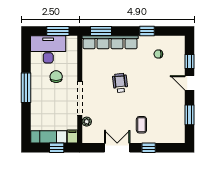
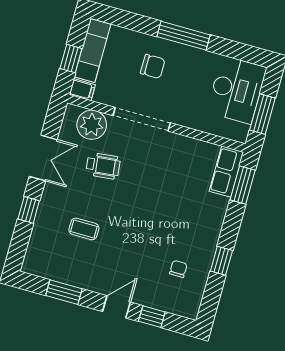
row of seats: (110, 42) -> (226, 172), width x0.50
chair: (56, 77) -> (153, 66), moved
wheelchair: (120, 83) -> (103, 166), moved
plant: (87, 122) -> (92, 125), width x1.88, depth x1.88
coffee table: (141, 125) -> (84, 229), moved

